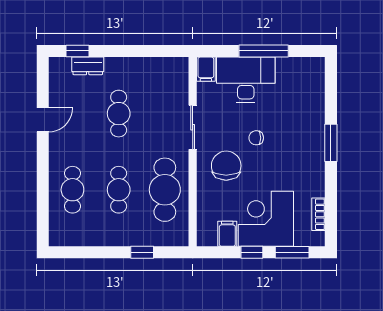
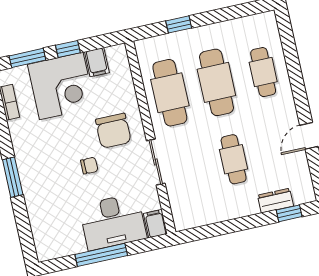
cafe table: (119, 190) -> (216, 82), width x1.37, depth x1.35

